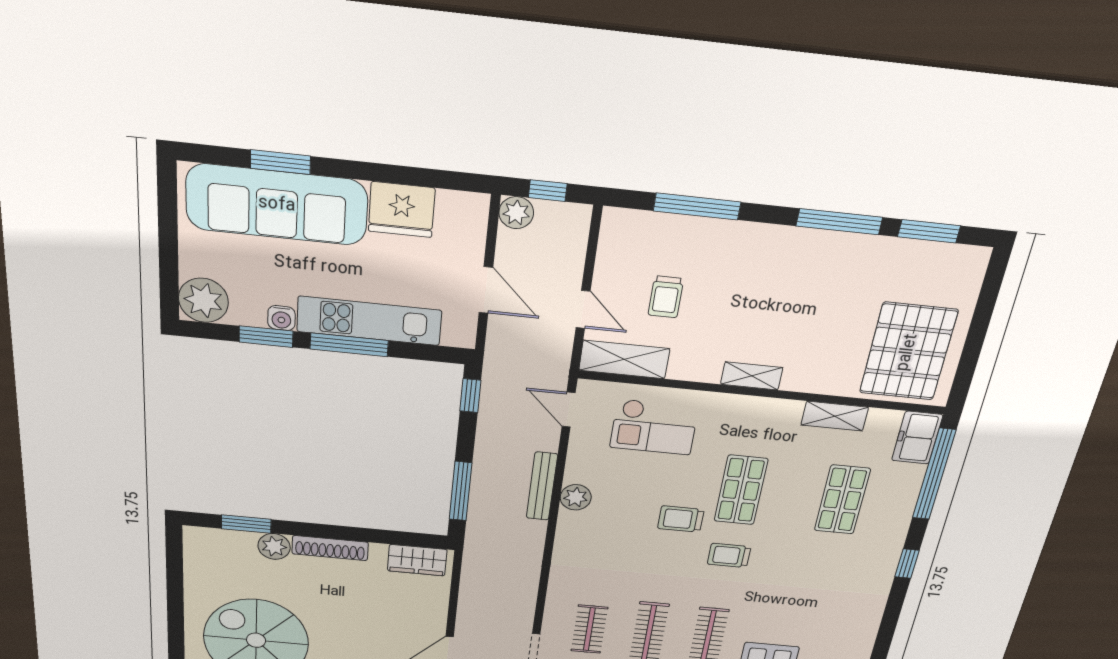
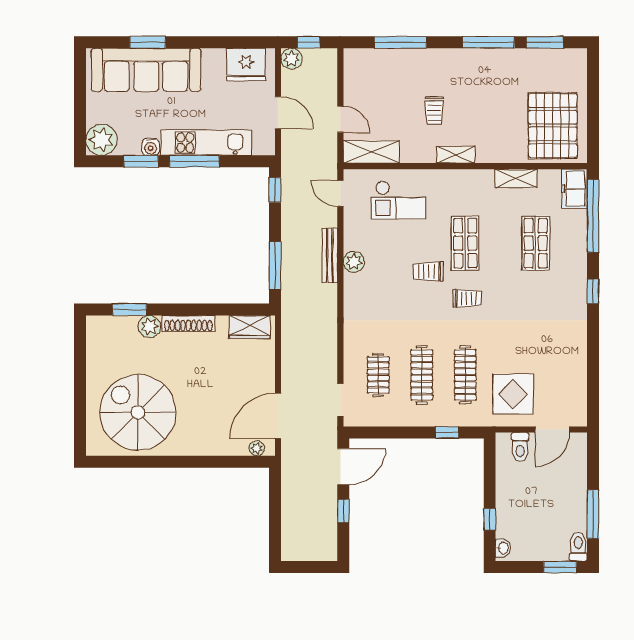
fridge: (402, 210) -> (246, 65), moved
trolley: (666, 297) -> (434, 111), moved
trolley: (729, 555) -> (467, 298), turned 180

